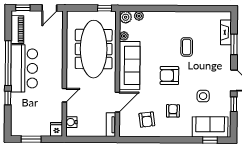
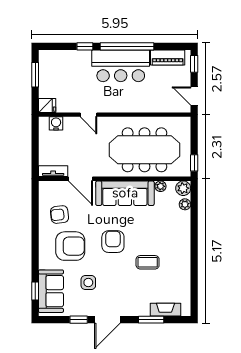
armchair: (173, 111) -> (70, 246), width x1.88, depth x1.88

